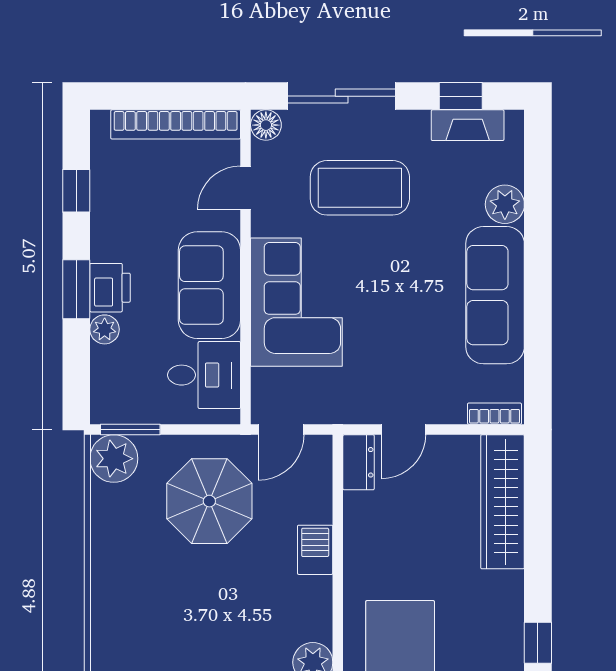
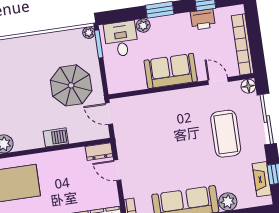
printer: (110, 288) -> (203, 19), moved
corner sofa: (296, 302) -> (169, 112), removed
desk: (204, 375) -> (121, 39), moved, turned 180
plant: (114, 459) -> (89, 33), width x0.53, depth x0.53

